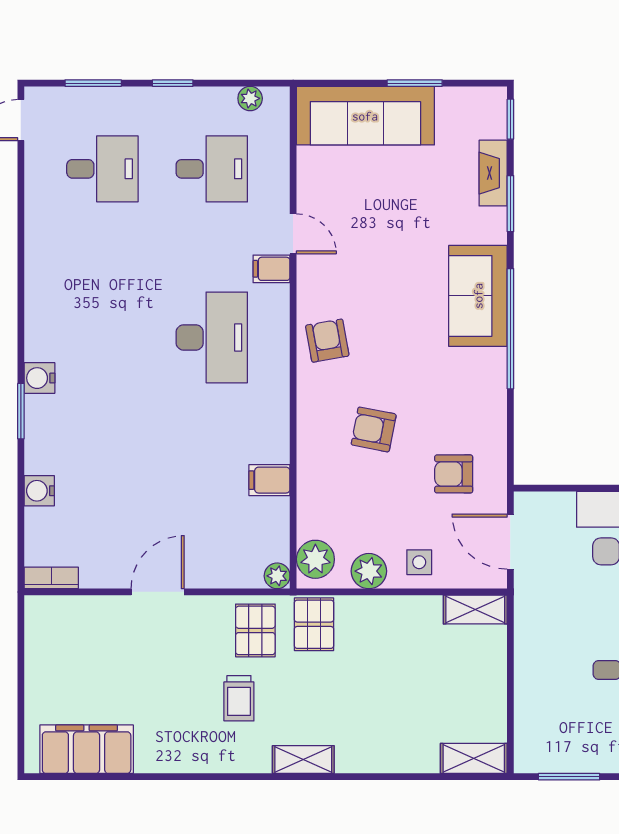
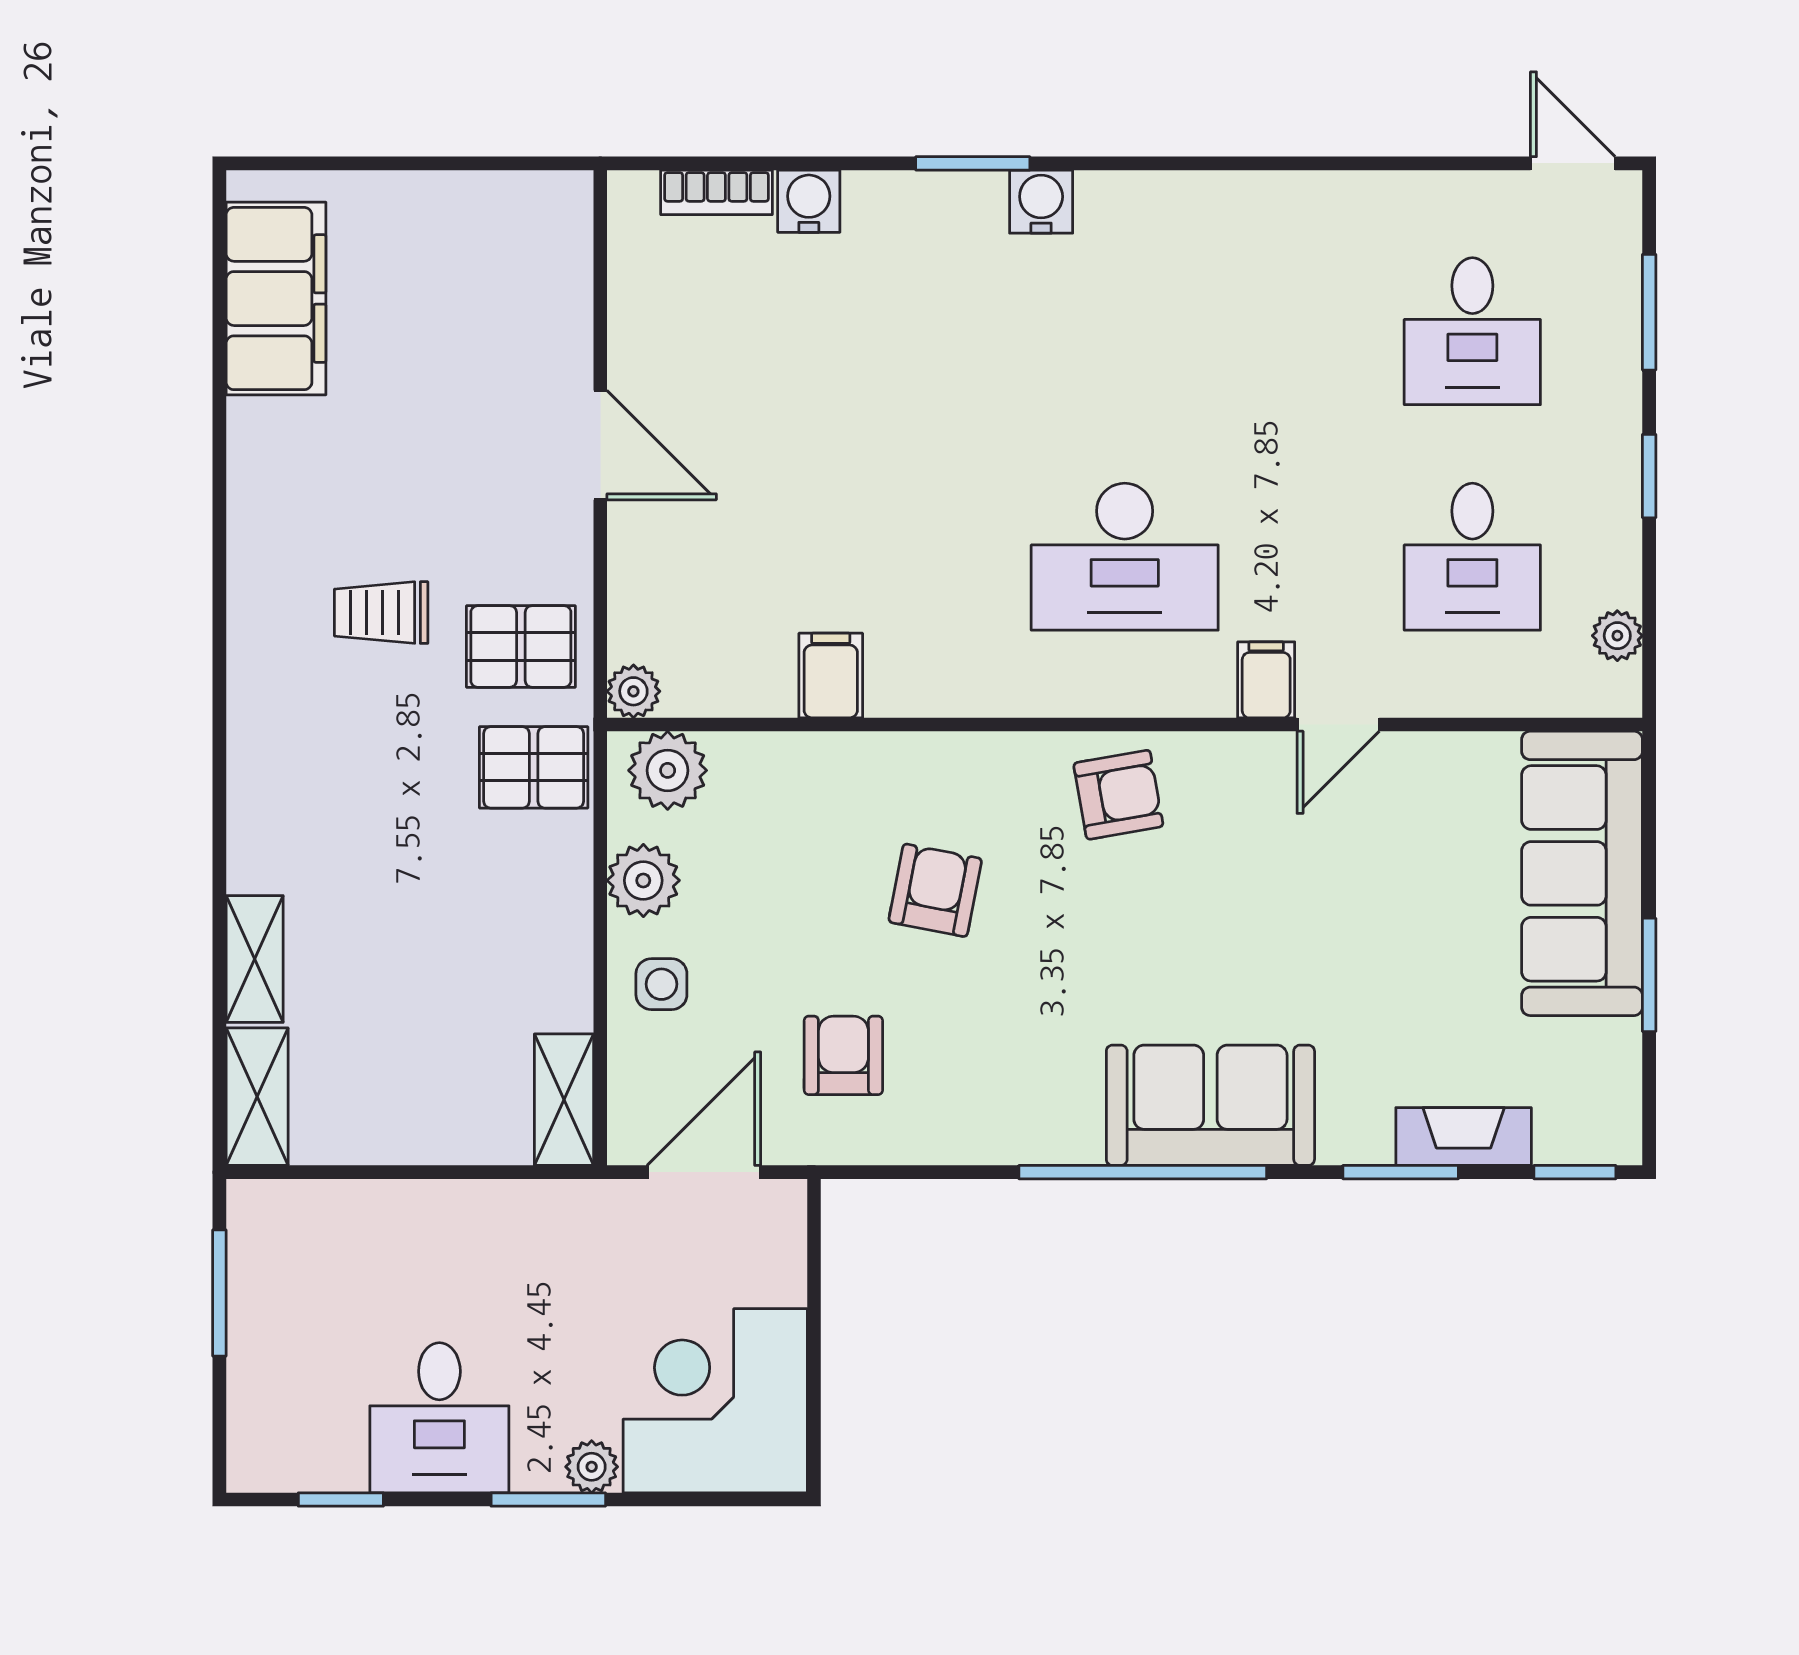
bookcase: (51, 578) -> (716, 192), moved, turned 90
shelving: (303, 760) -> (255, 959), moved

